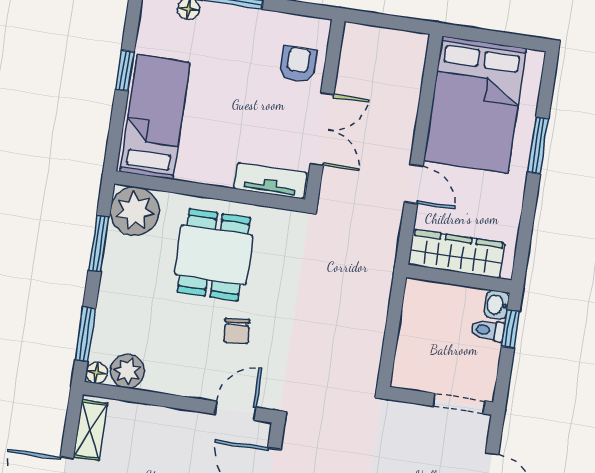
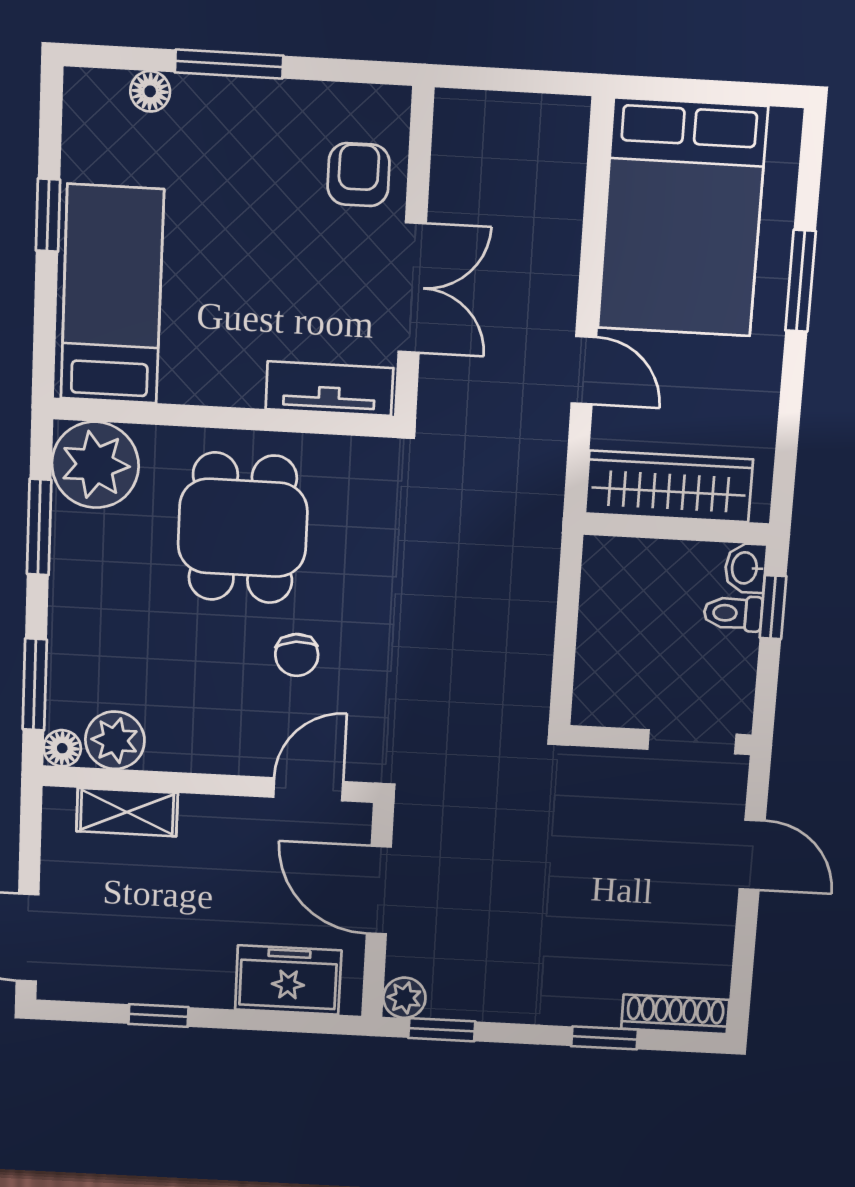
shelving: (90, 430) -> (127, 812), moved, turned 90

